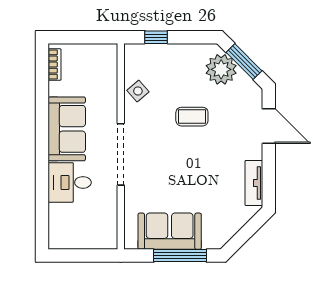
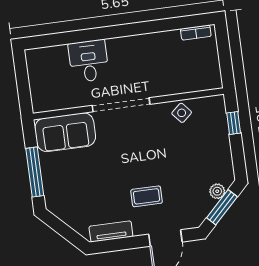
plant: (221, 69) -> (217, 191), width x0.53, depth x0.53
coffee table: (192, 117) -> (147, 196), moved, turned 90
sofa: (67, 129) -> (138, 52), removed
sofa: (170, 231) -> (65, 132), moved, turned 90

